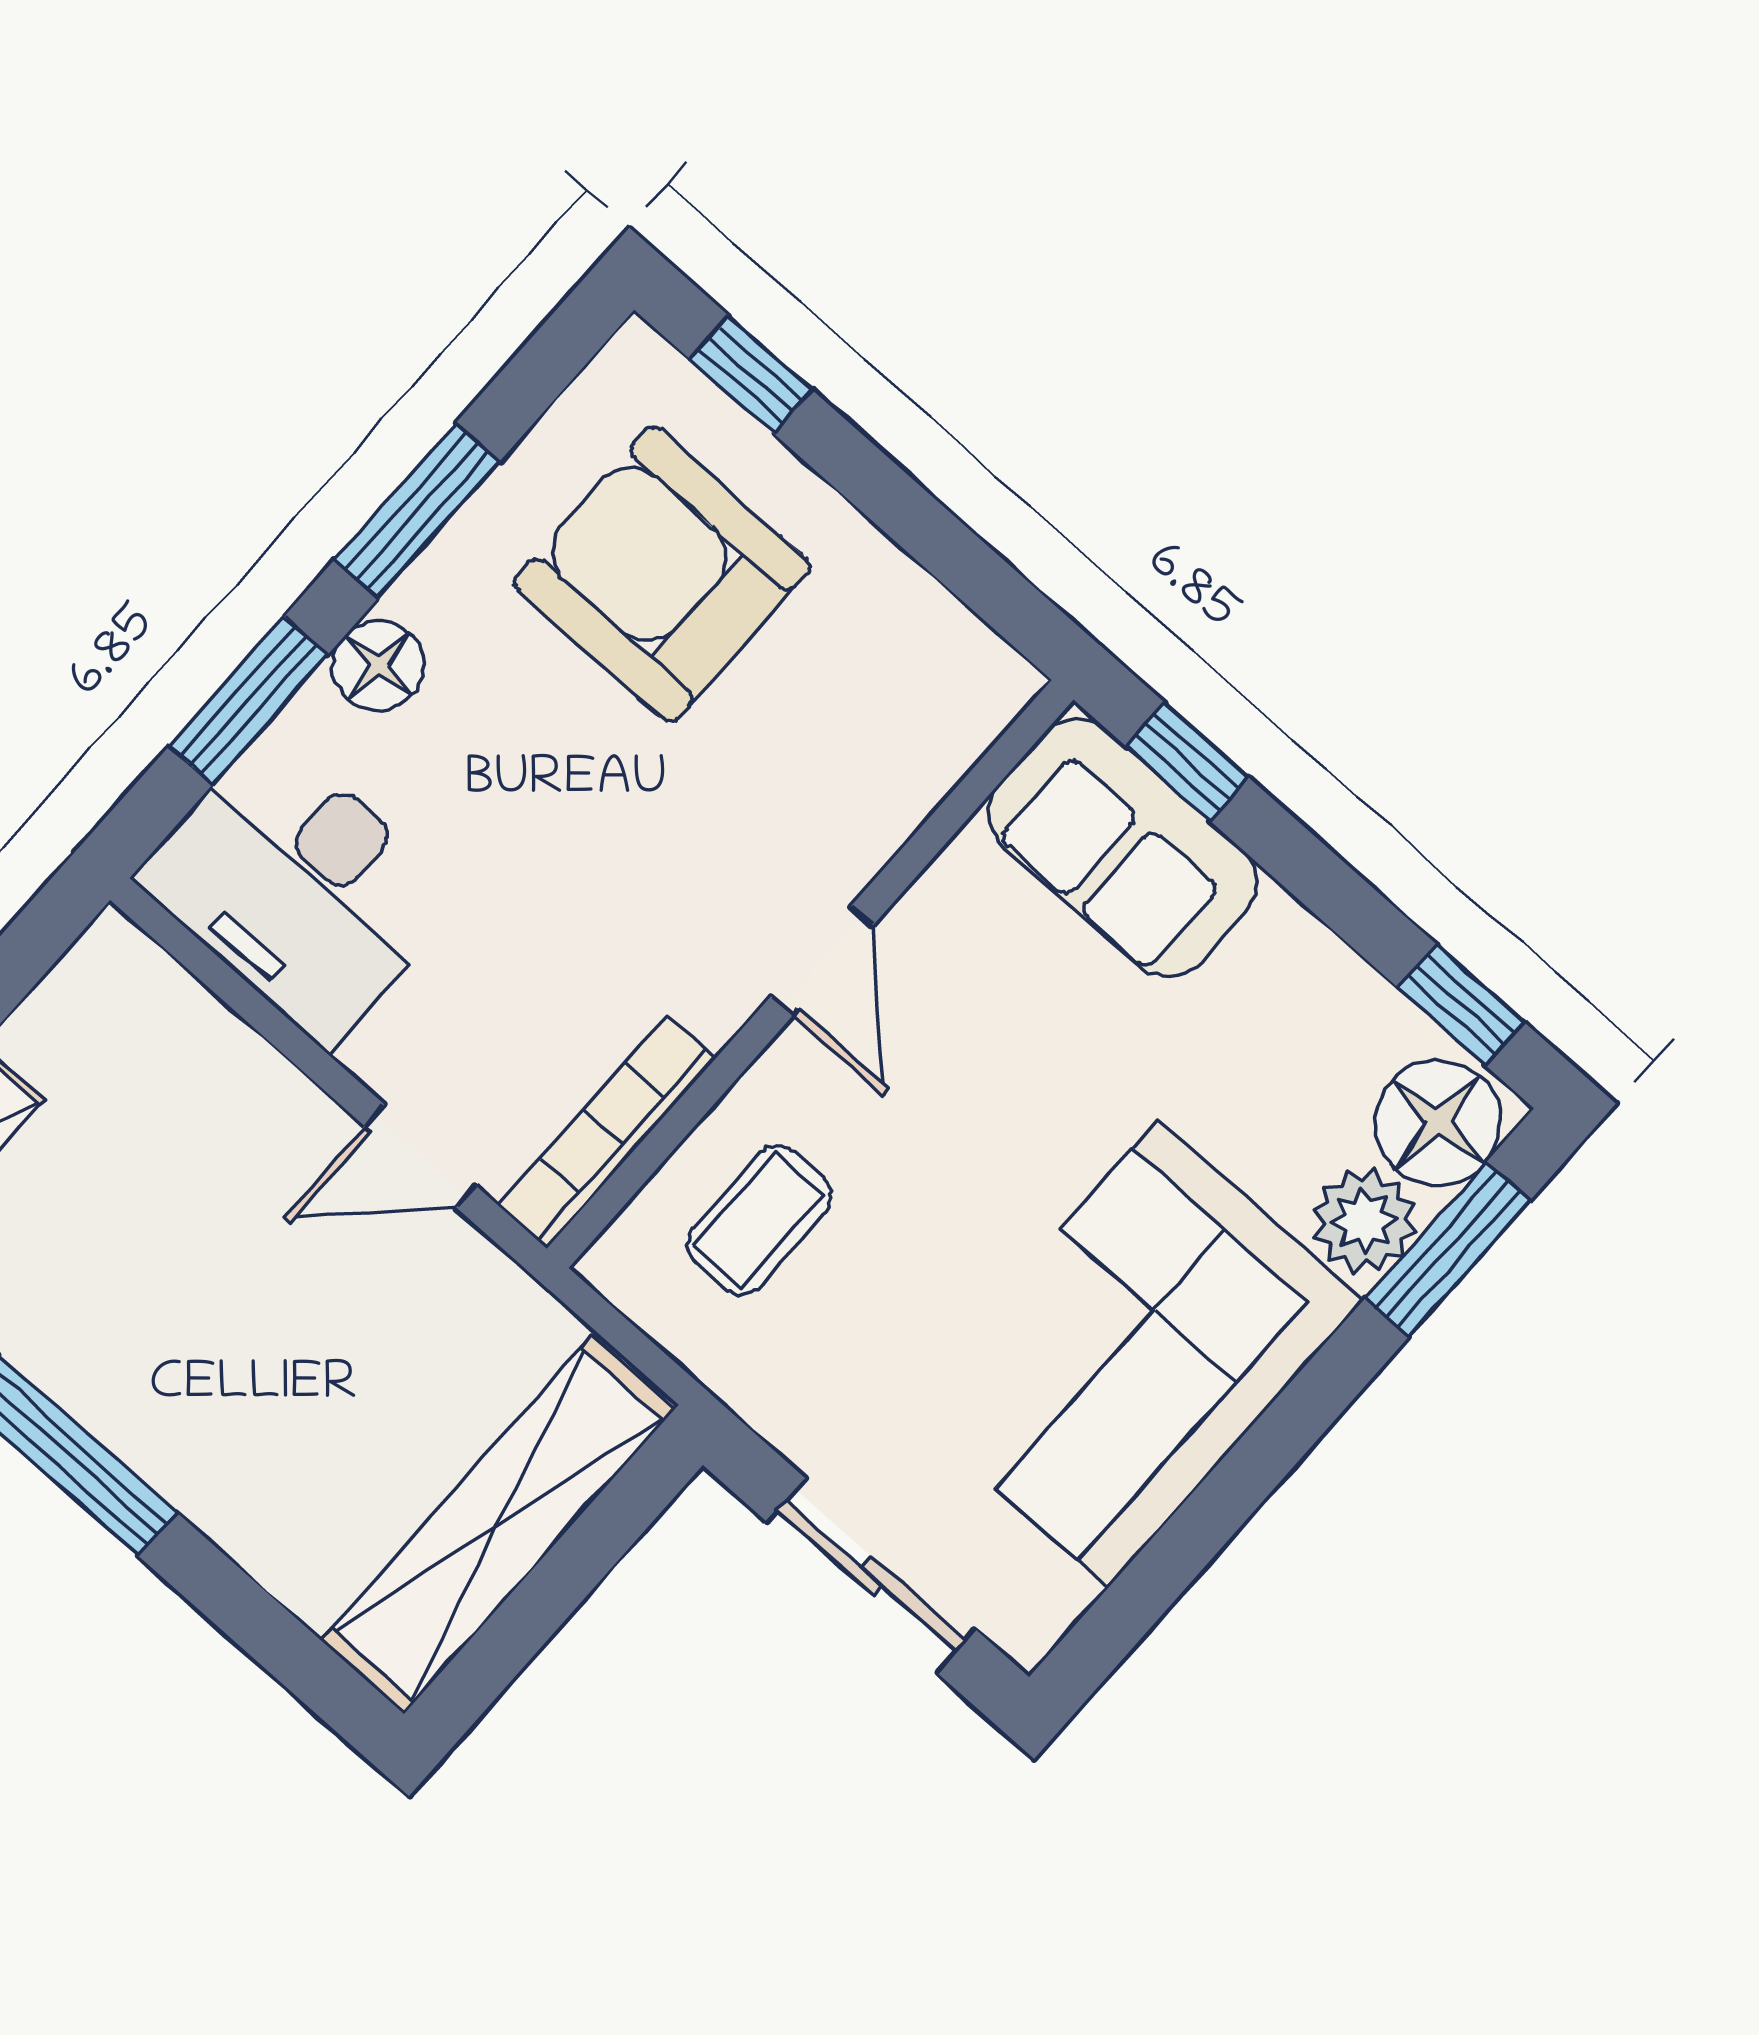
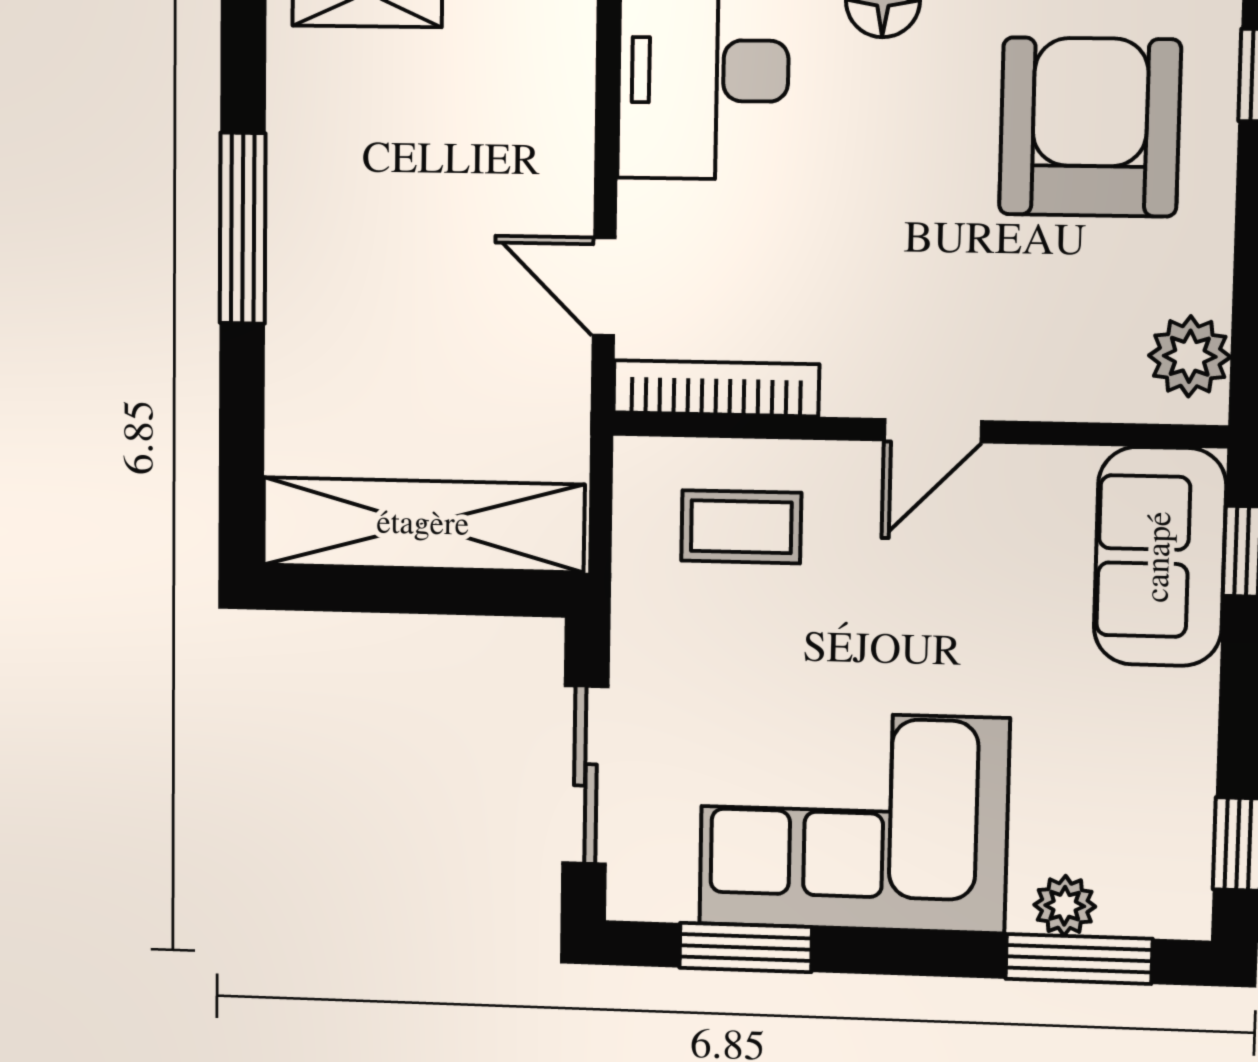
plant: (956, 662) -> (1190, 356), added
floor lamp: (1438, 1123) -> (1153, 889), removed
plant: (1364, 1221) -> (1065, 906), width x0.73, depth x0.73
window: (1169, 1563) -> (746, 947), added

